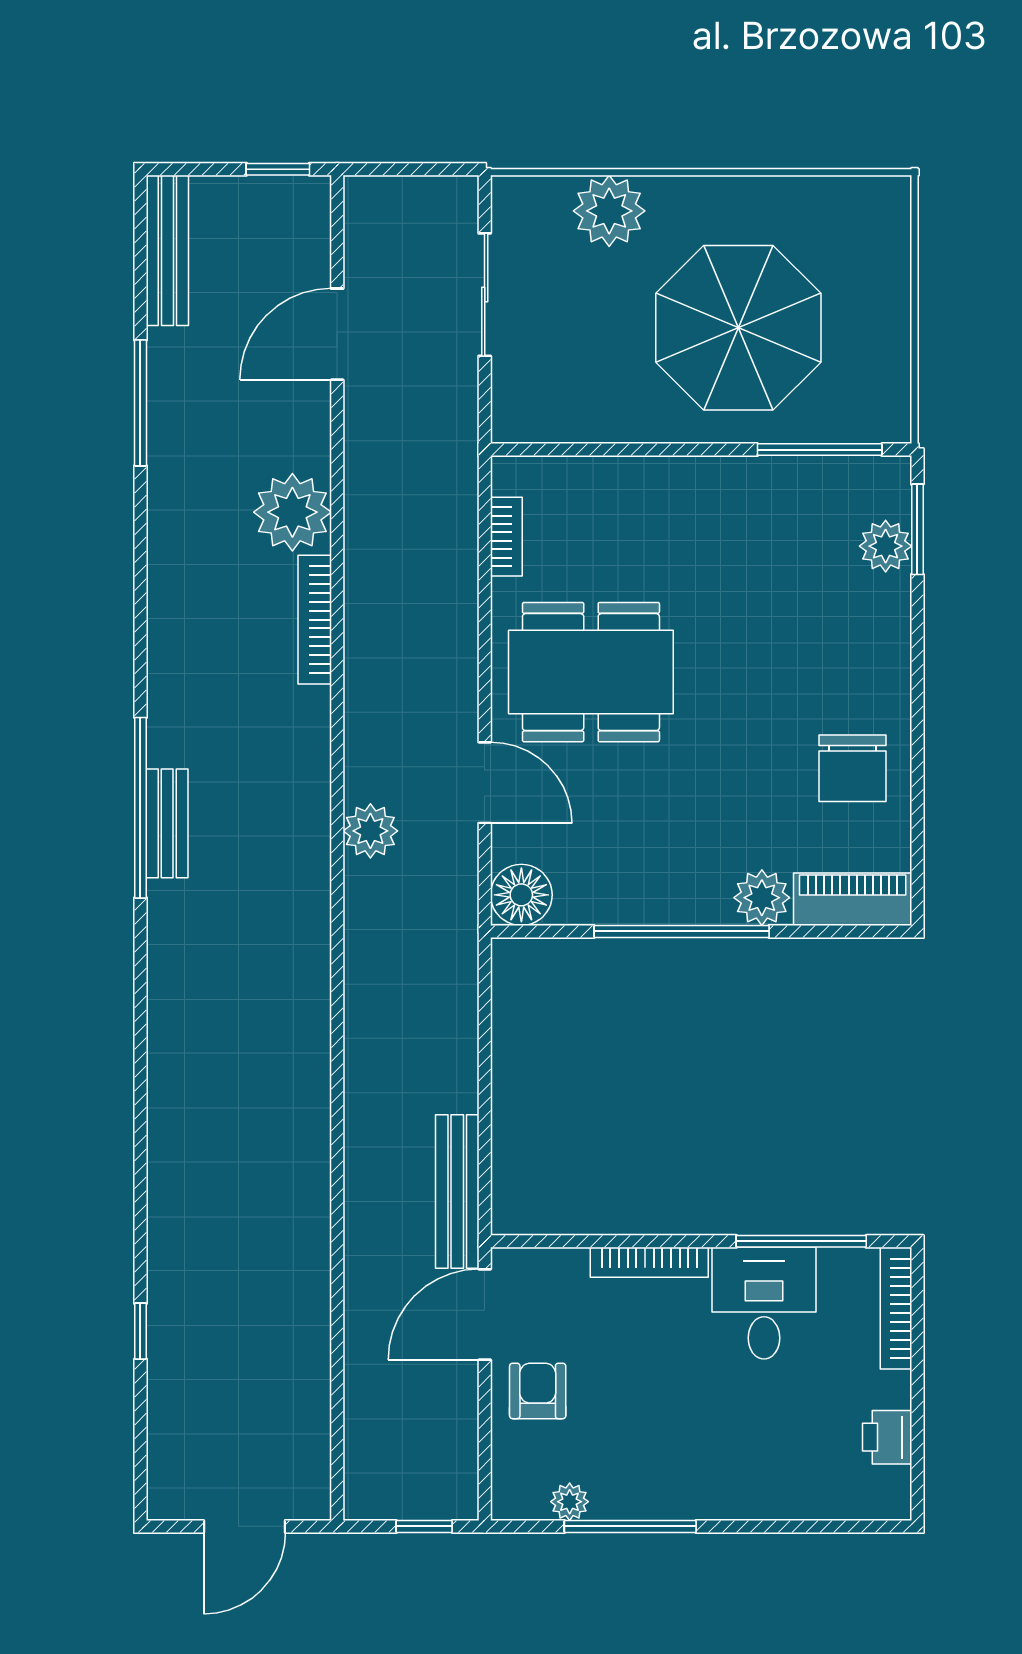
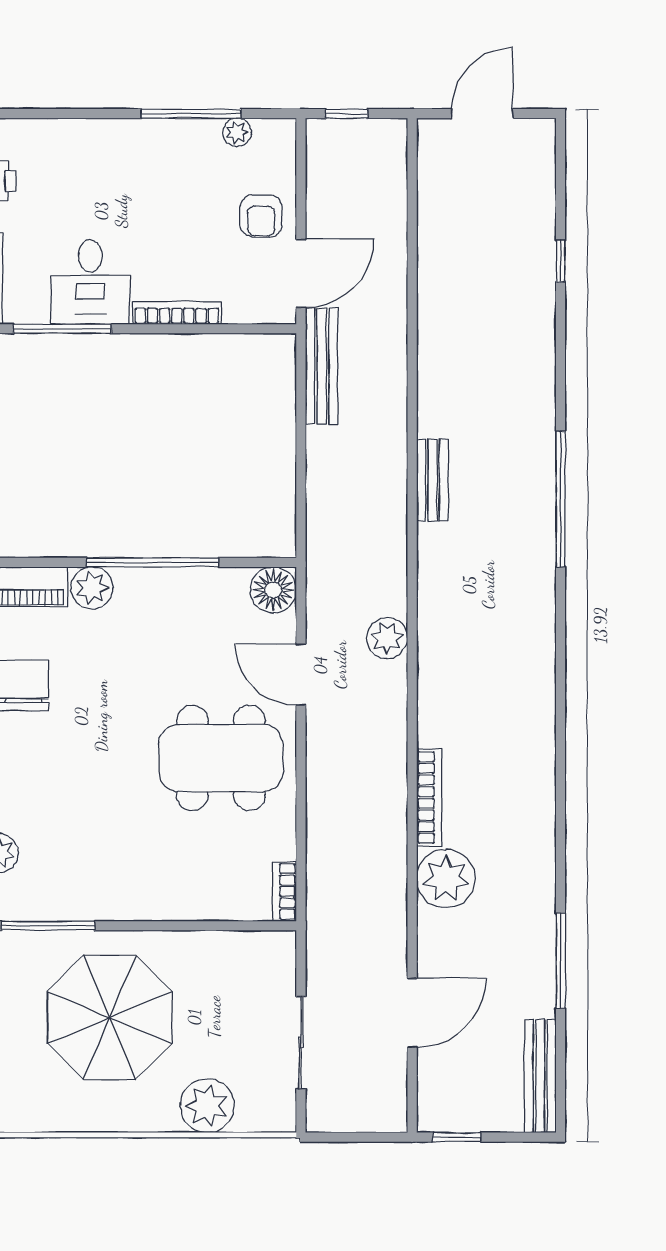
bookcase: (506, 537) -> (285, 892), moved
window: (140, 808) -> (561, 499), moved
bench: (167, 823) -> (432, 480), moved

